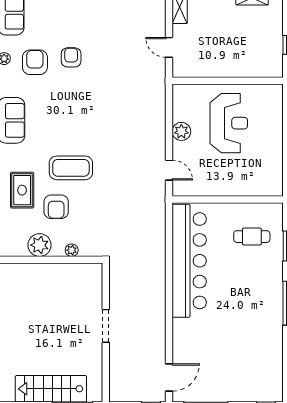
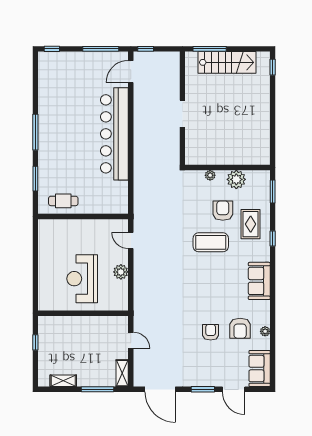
armchair: (71, 57) -> (211, 332), turned 180
cafe table: (252, 237) -> (63, 201), moved
bar counter: (189, 261) -> (114, 134), moved

